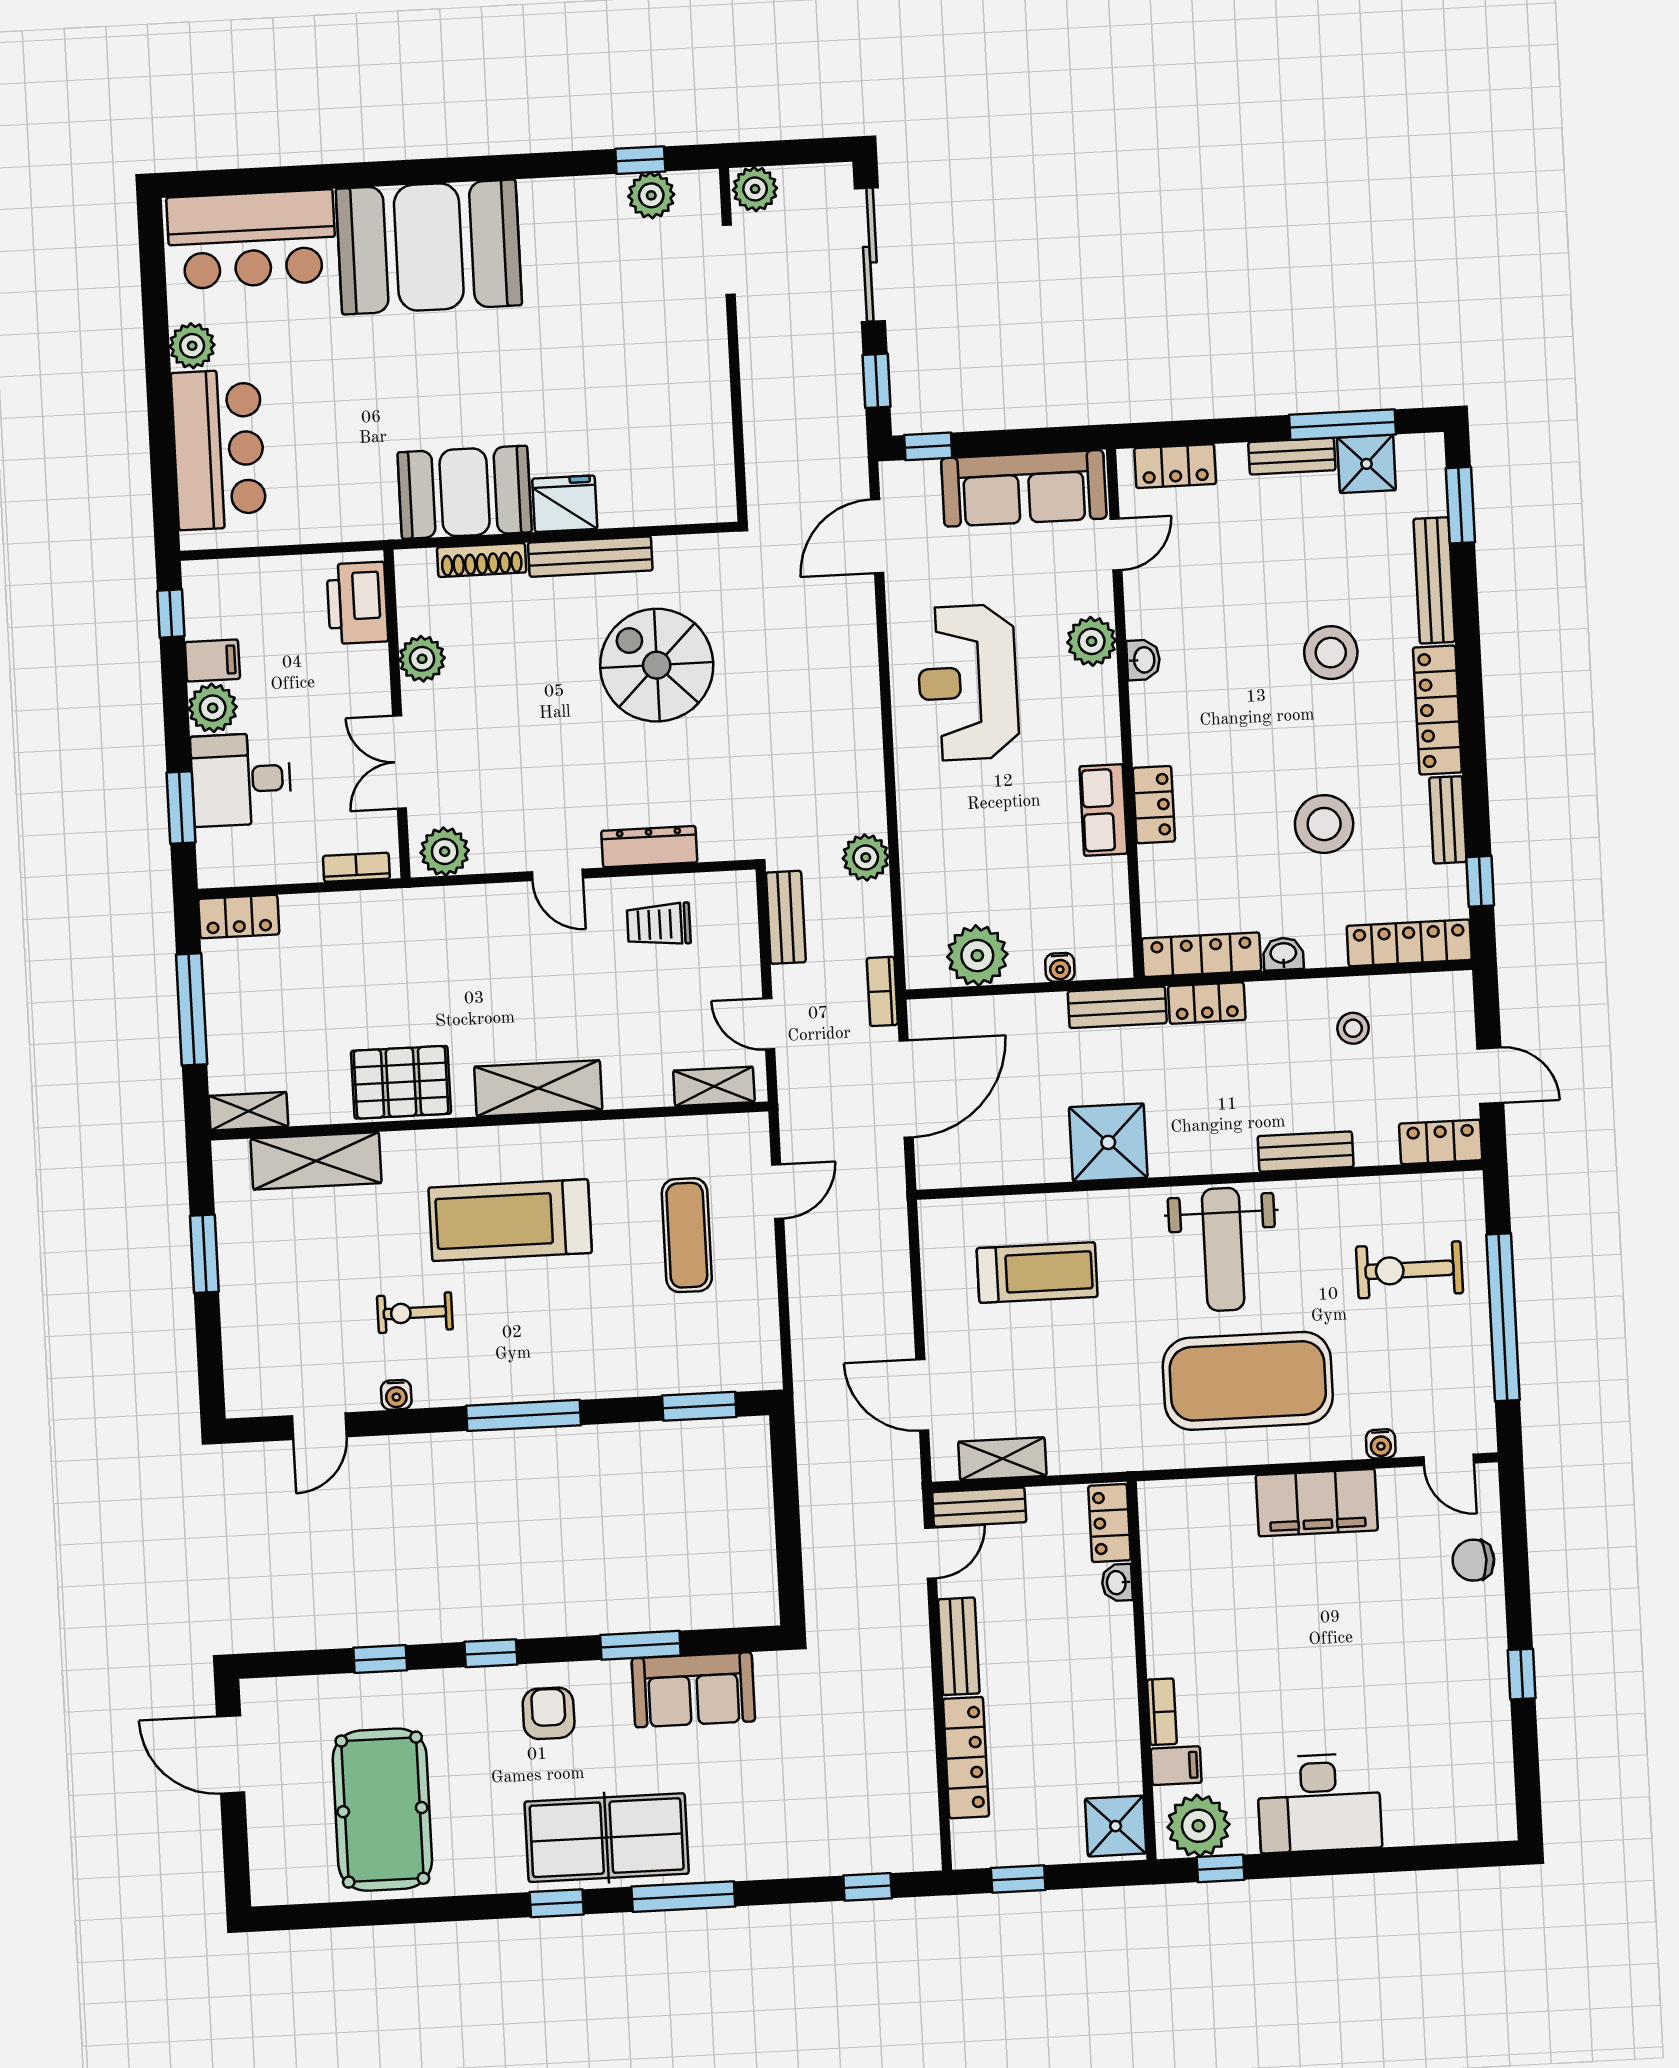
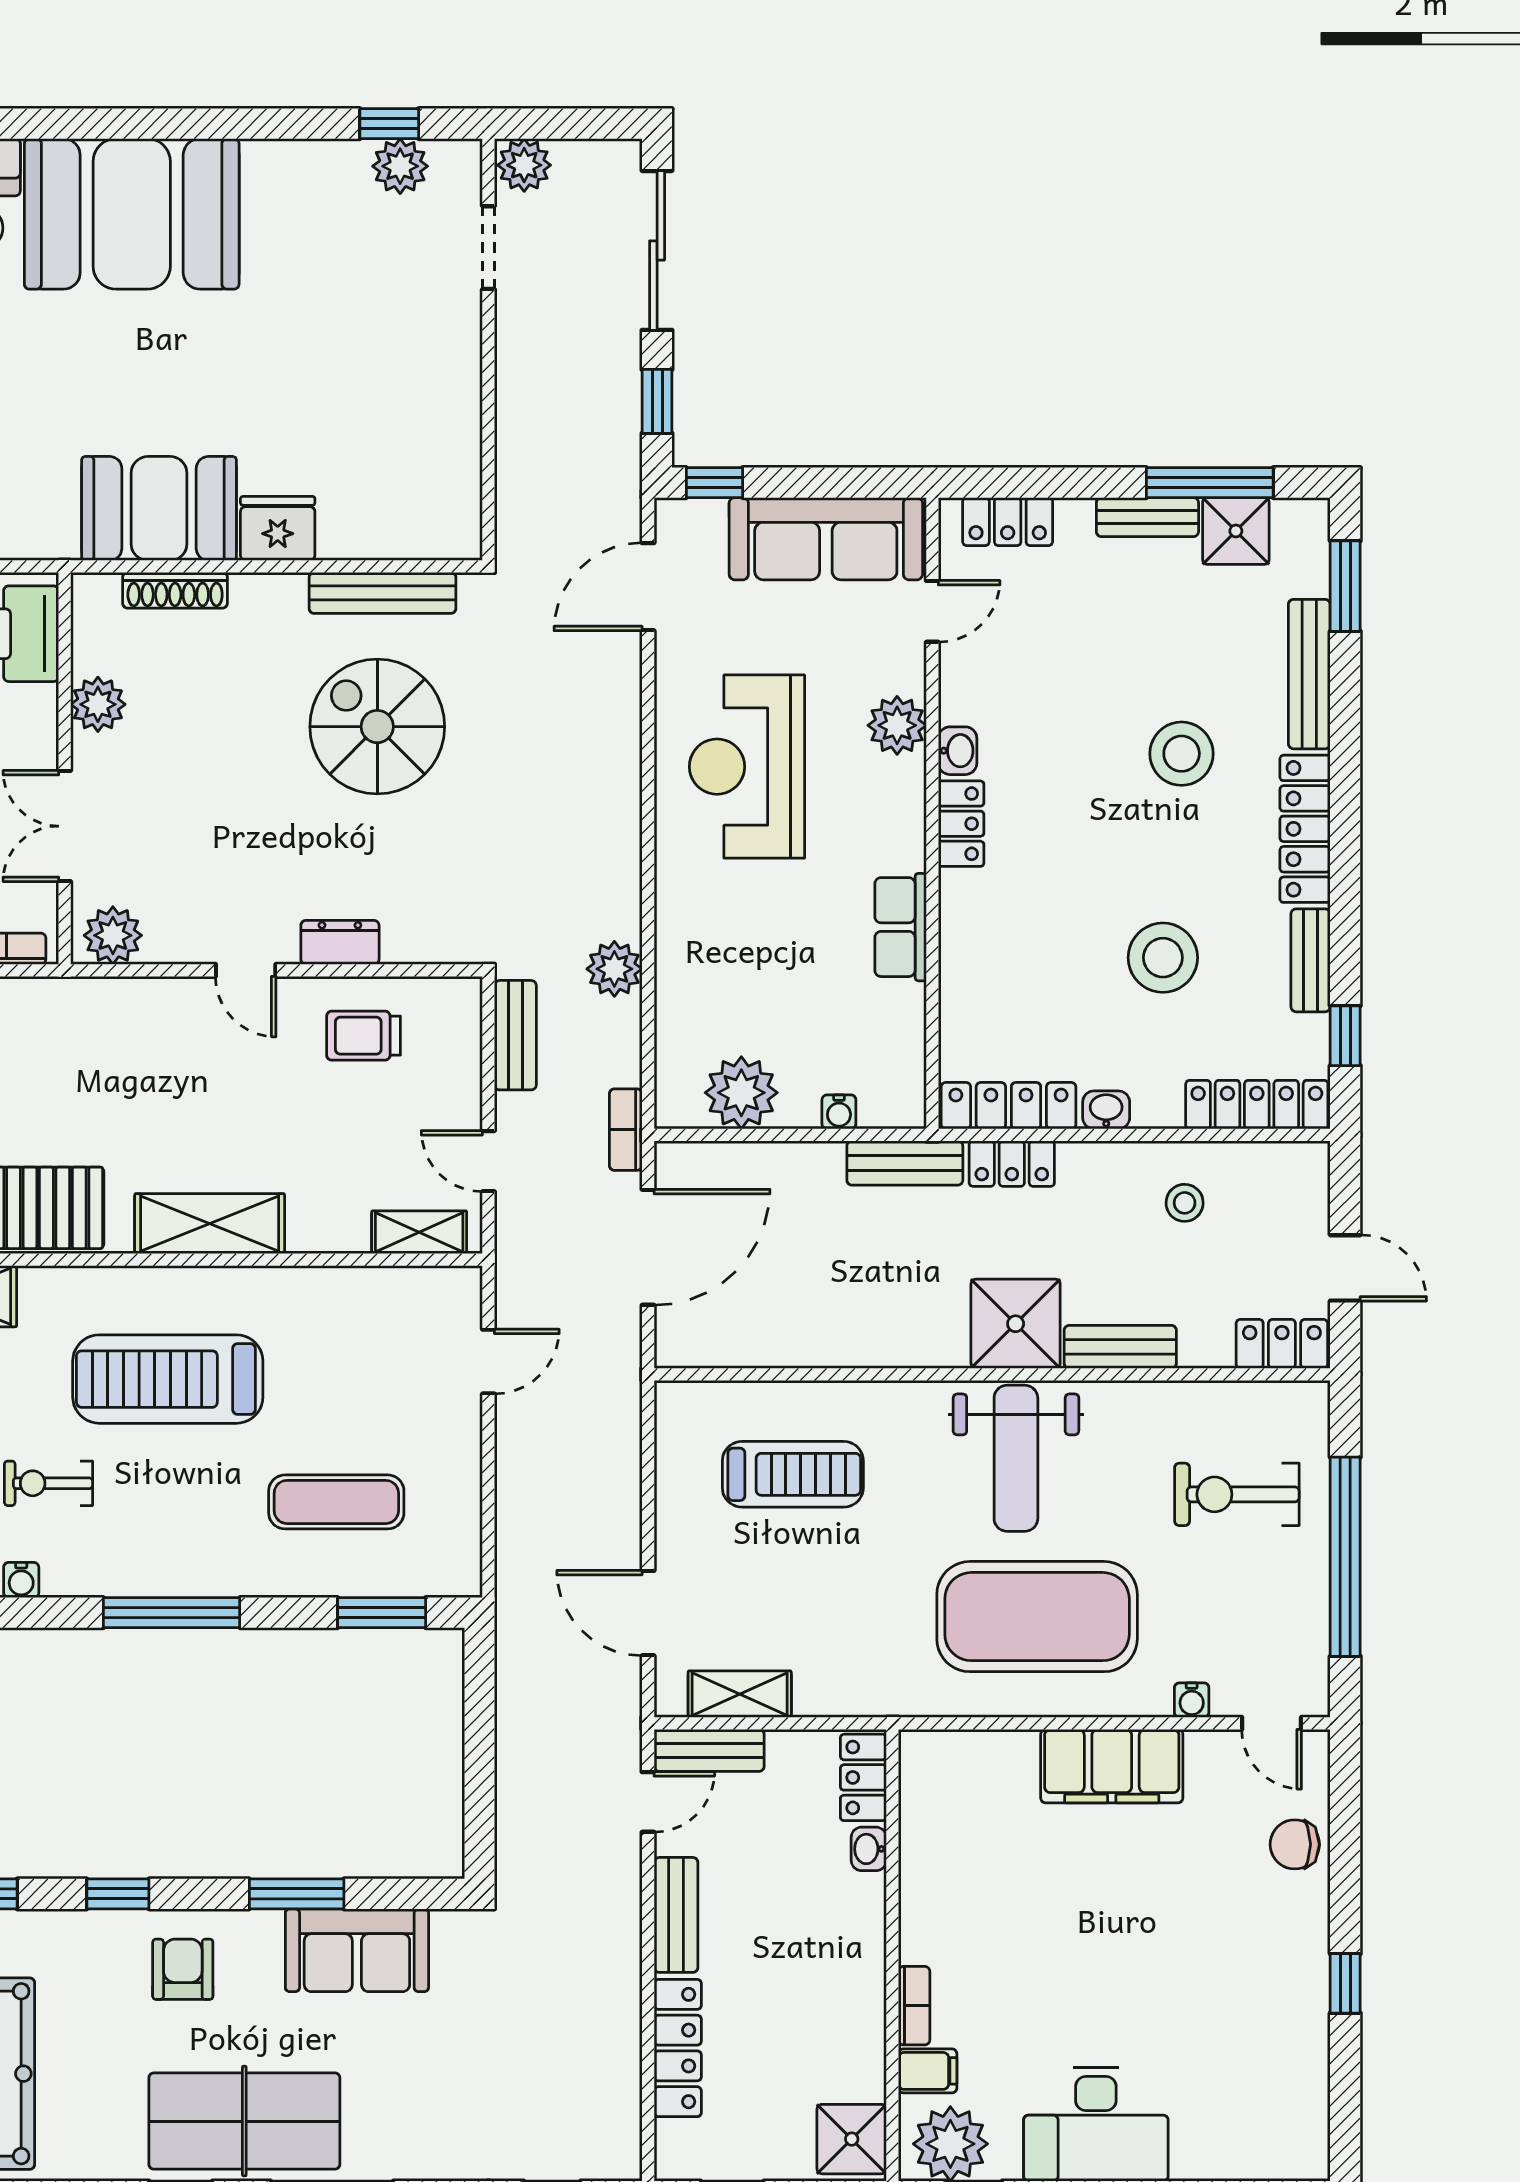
bench: (590, 557) -> (383, 593), moved
locker: (1154, 805) -> (961, 824), moved
dresser: (649, 847) -> (340, 942), width x0.70
shower: (1108, 1142) -> (1016, 1324), moved
exercise mat: (687, 1235) -> (336, 1502), moved, turned 90

